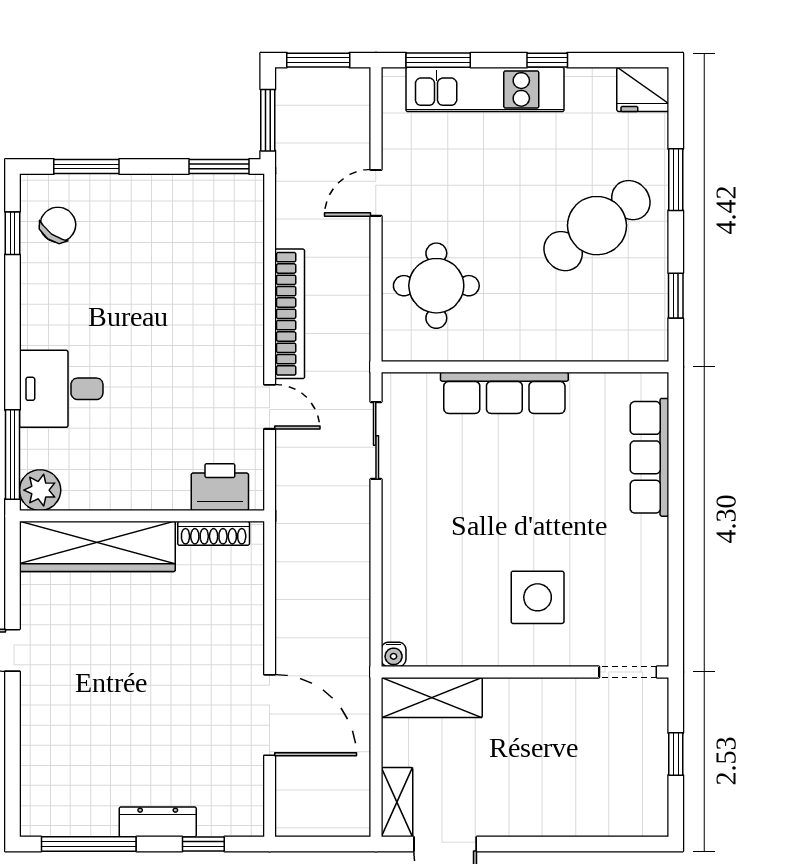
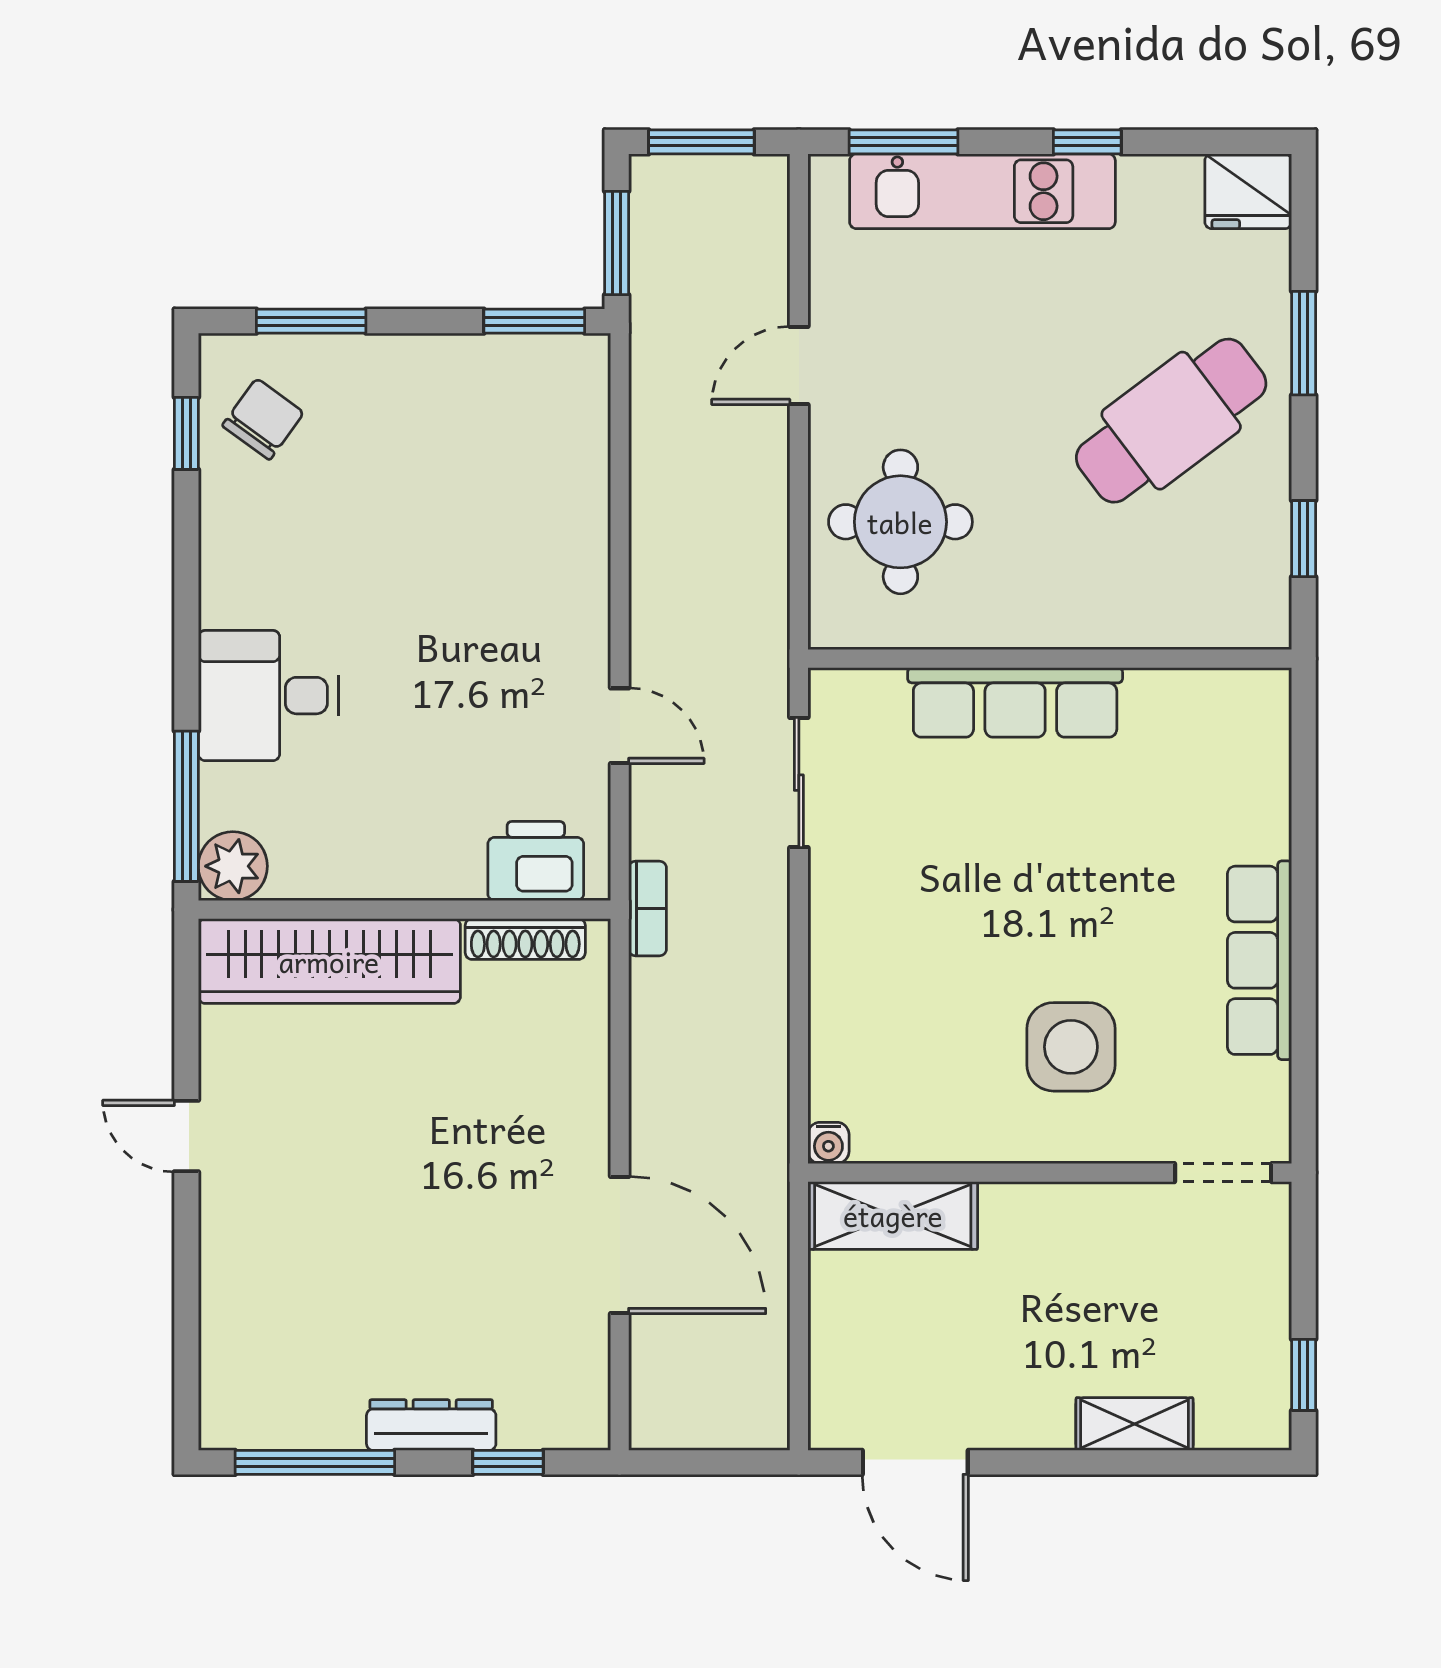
bookcase: (290, 314) -> (647, 908), moved, width x0.43, depth x0.76
row of seats: (650, 457) -> (1260, 960), moved
window: (676, 754) -> (1304, 1375), moved
shelving: (397, 802) -> (1135, 1424), moved, turned 90

